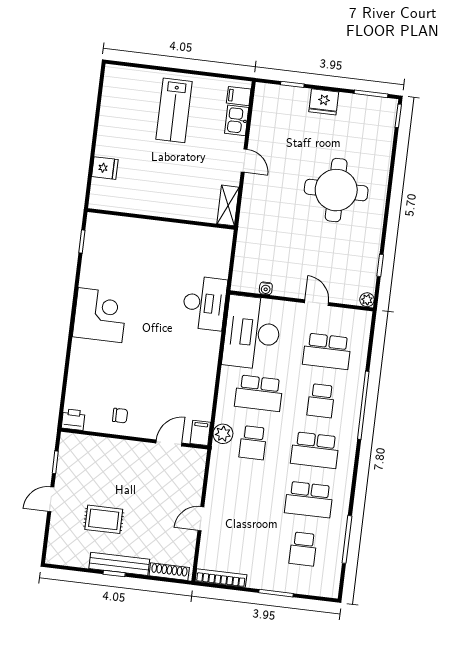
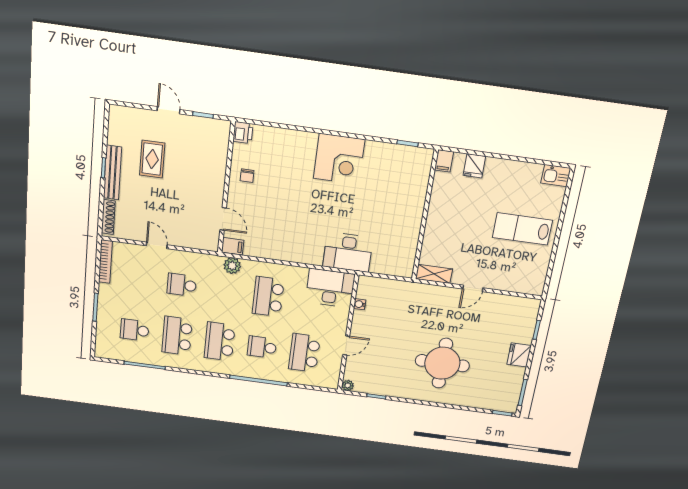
filing cabinet: (239, 96) -> (444, 161), moved, turned 180
kitchen sink: (237, 120) -> (556, 176), moved, turned 180
desk: (252, 333) -> (330, 288), width x0.73, depth x0.77
school desk: (253, 443) -> (182, 285), moved

